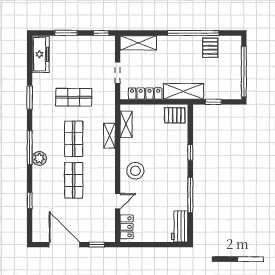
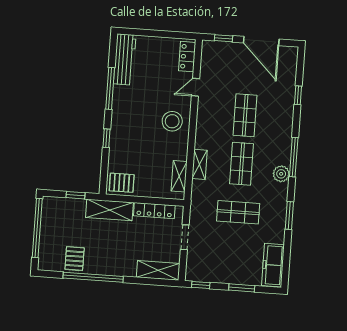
plant: (39, 158) -> (281, 174), moved
workbench: (180, 226) -> (125, 59), width x1.37

